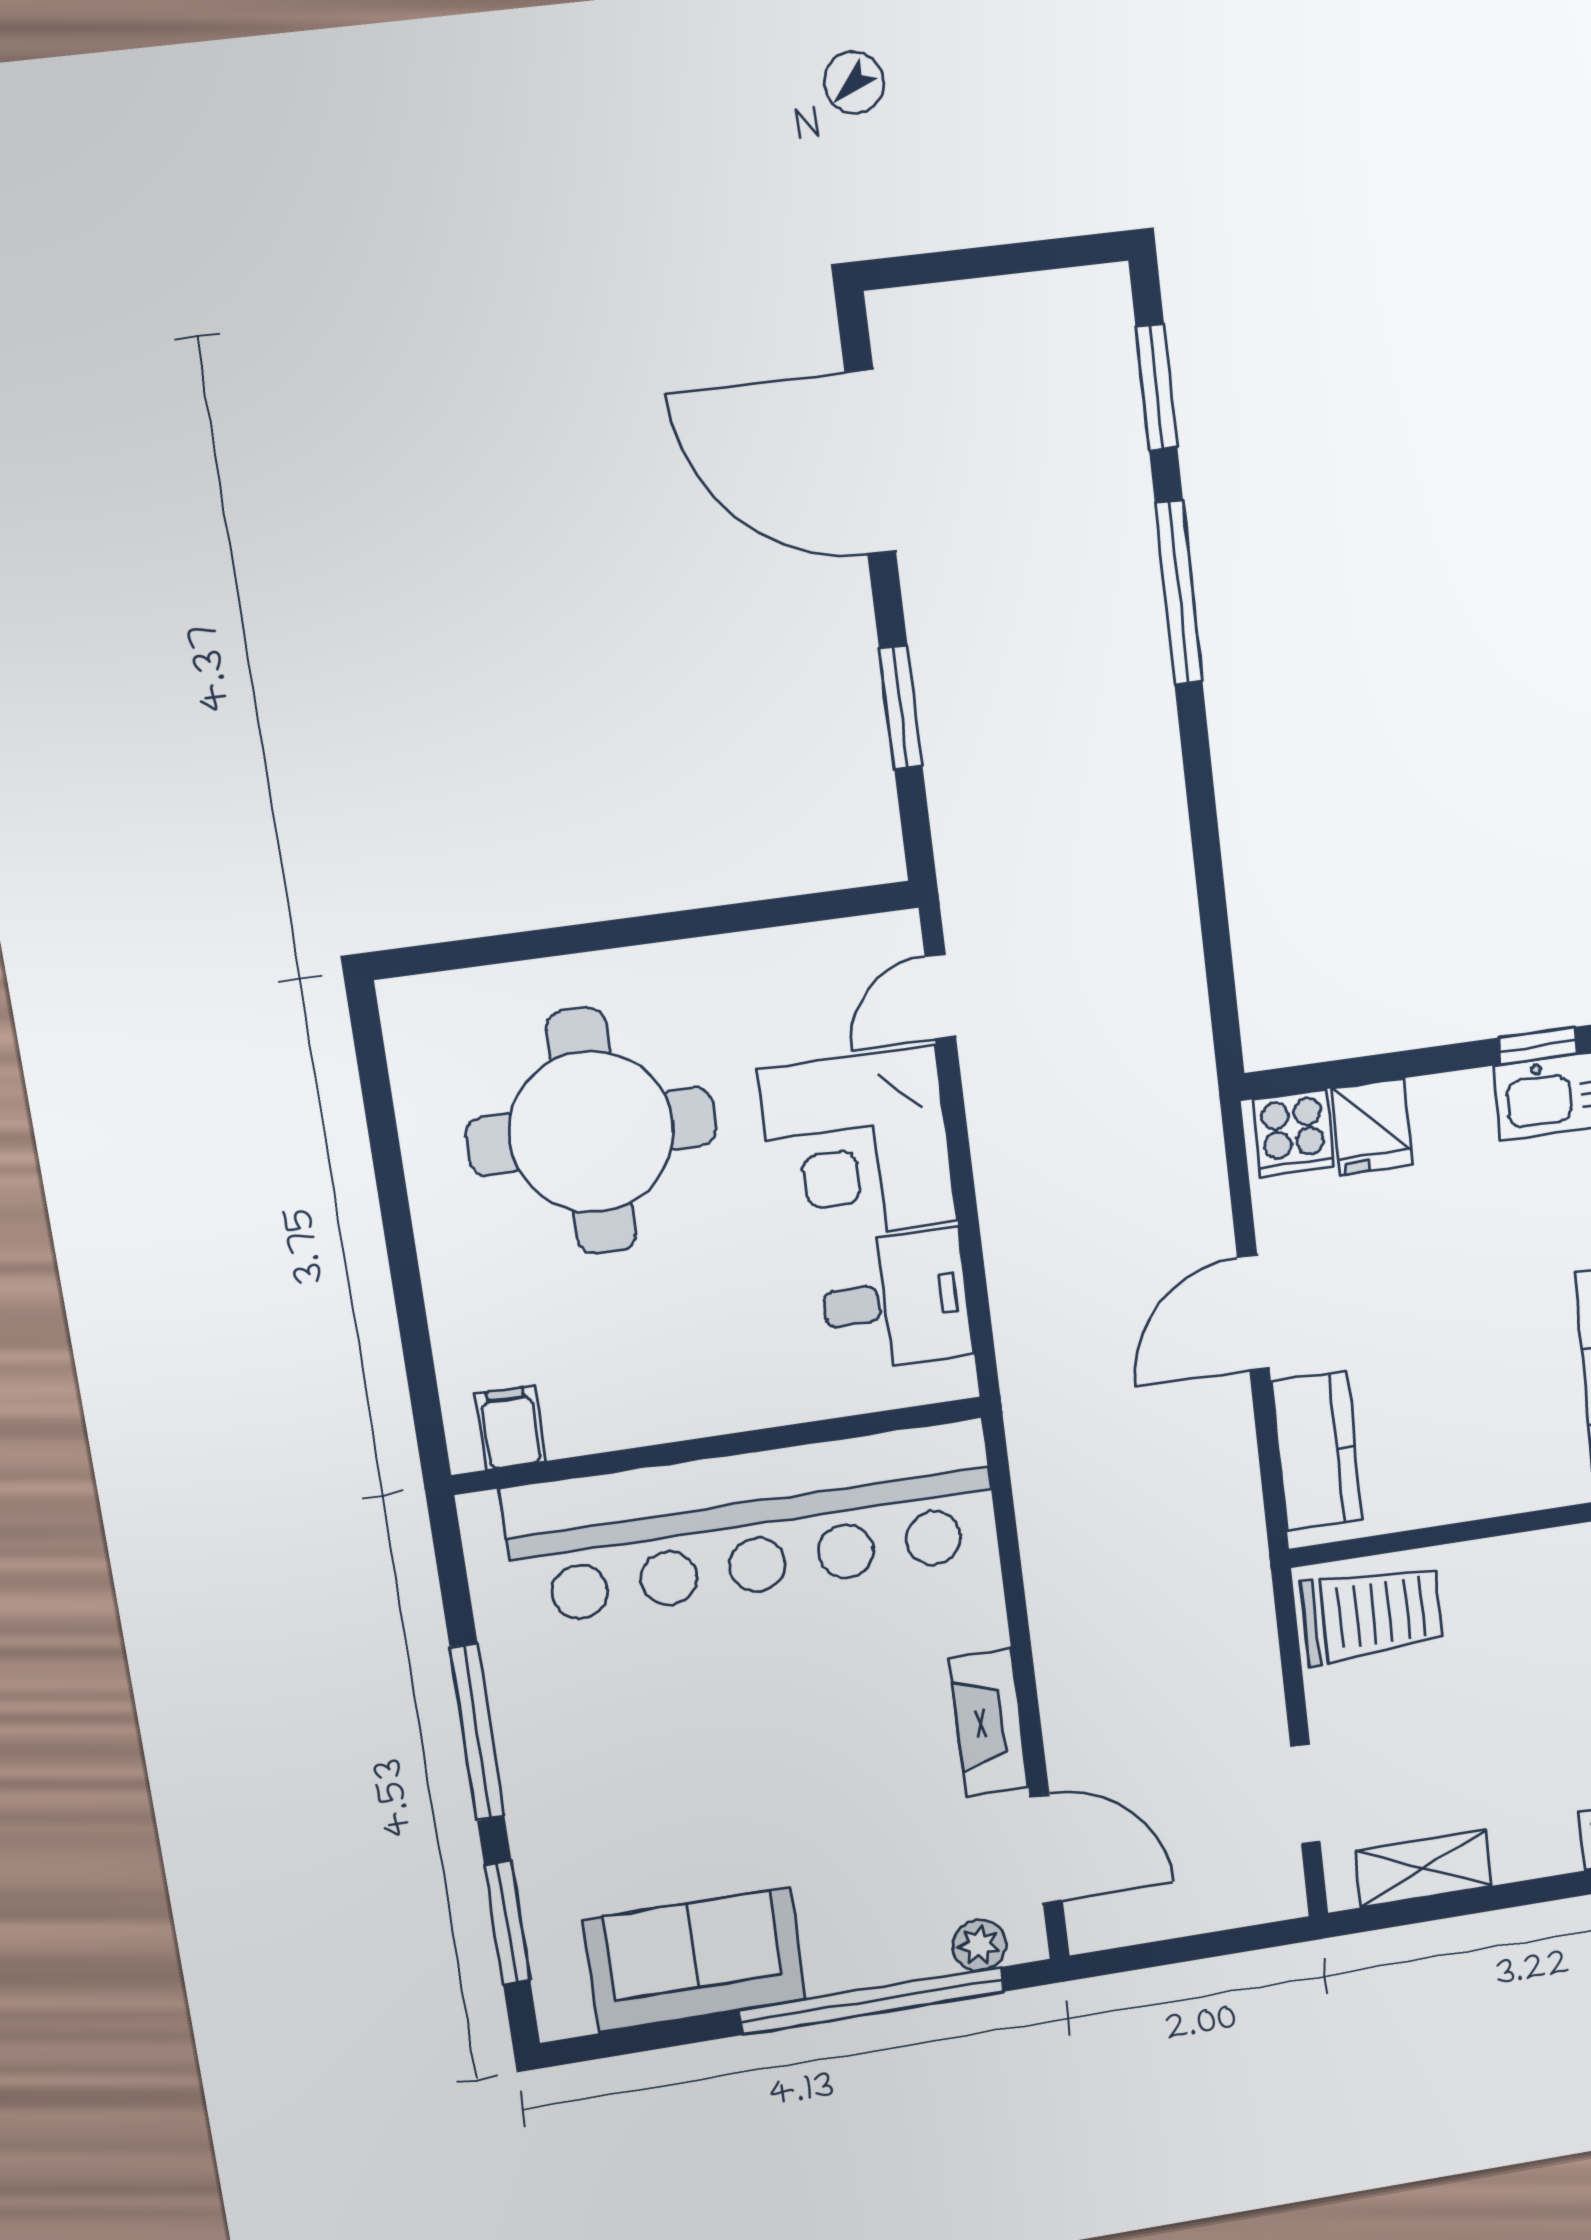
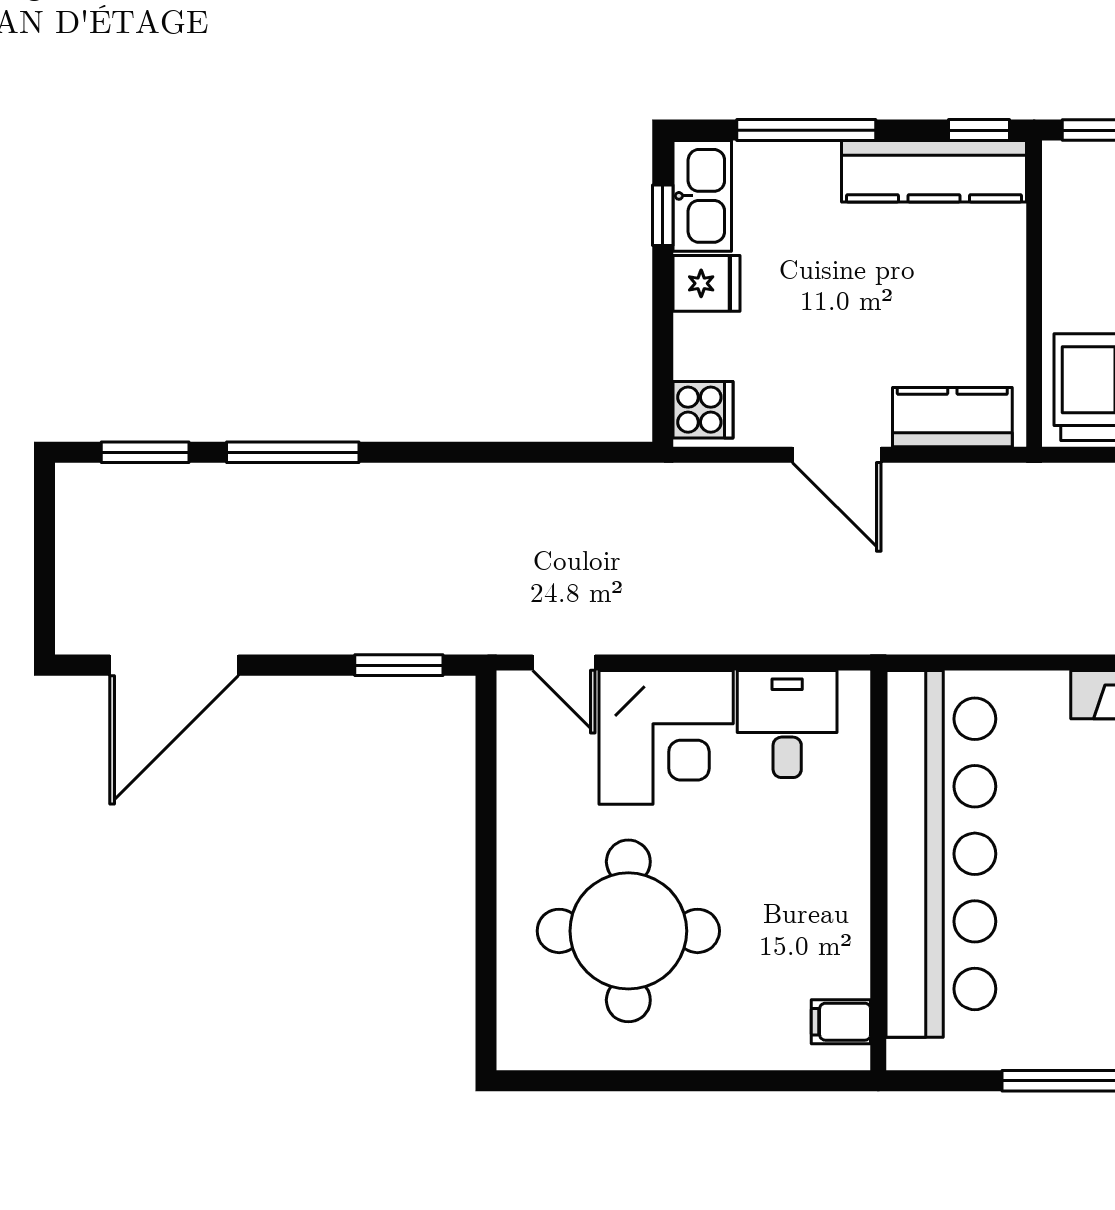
window: (901, 707) -> (399, 665), moved
fridge: (1372, 1127) -> (706, 283), moved

